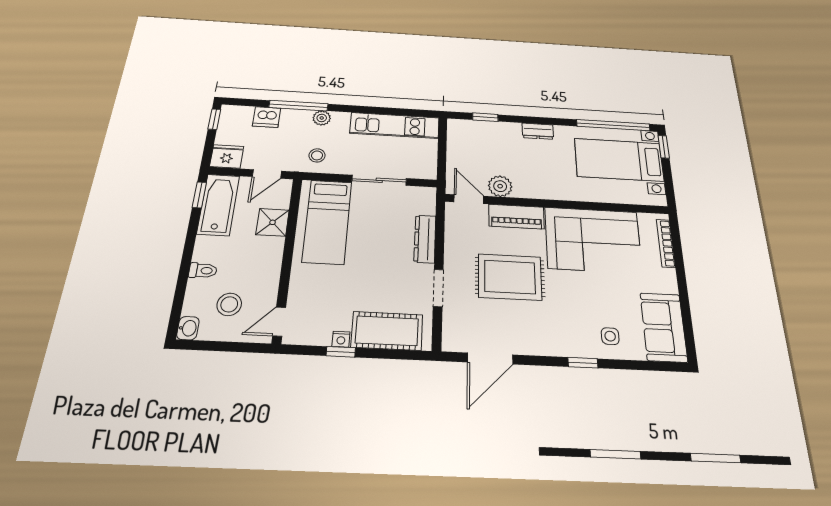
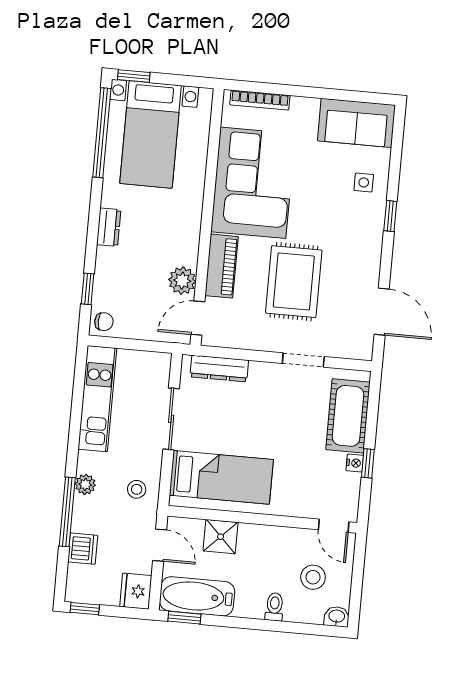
chair: (459, 129) -> (104, 322), added
dresser: (425, 239) -> (219, 368), moved

